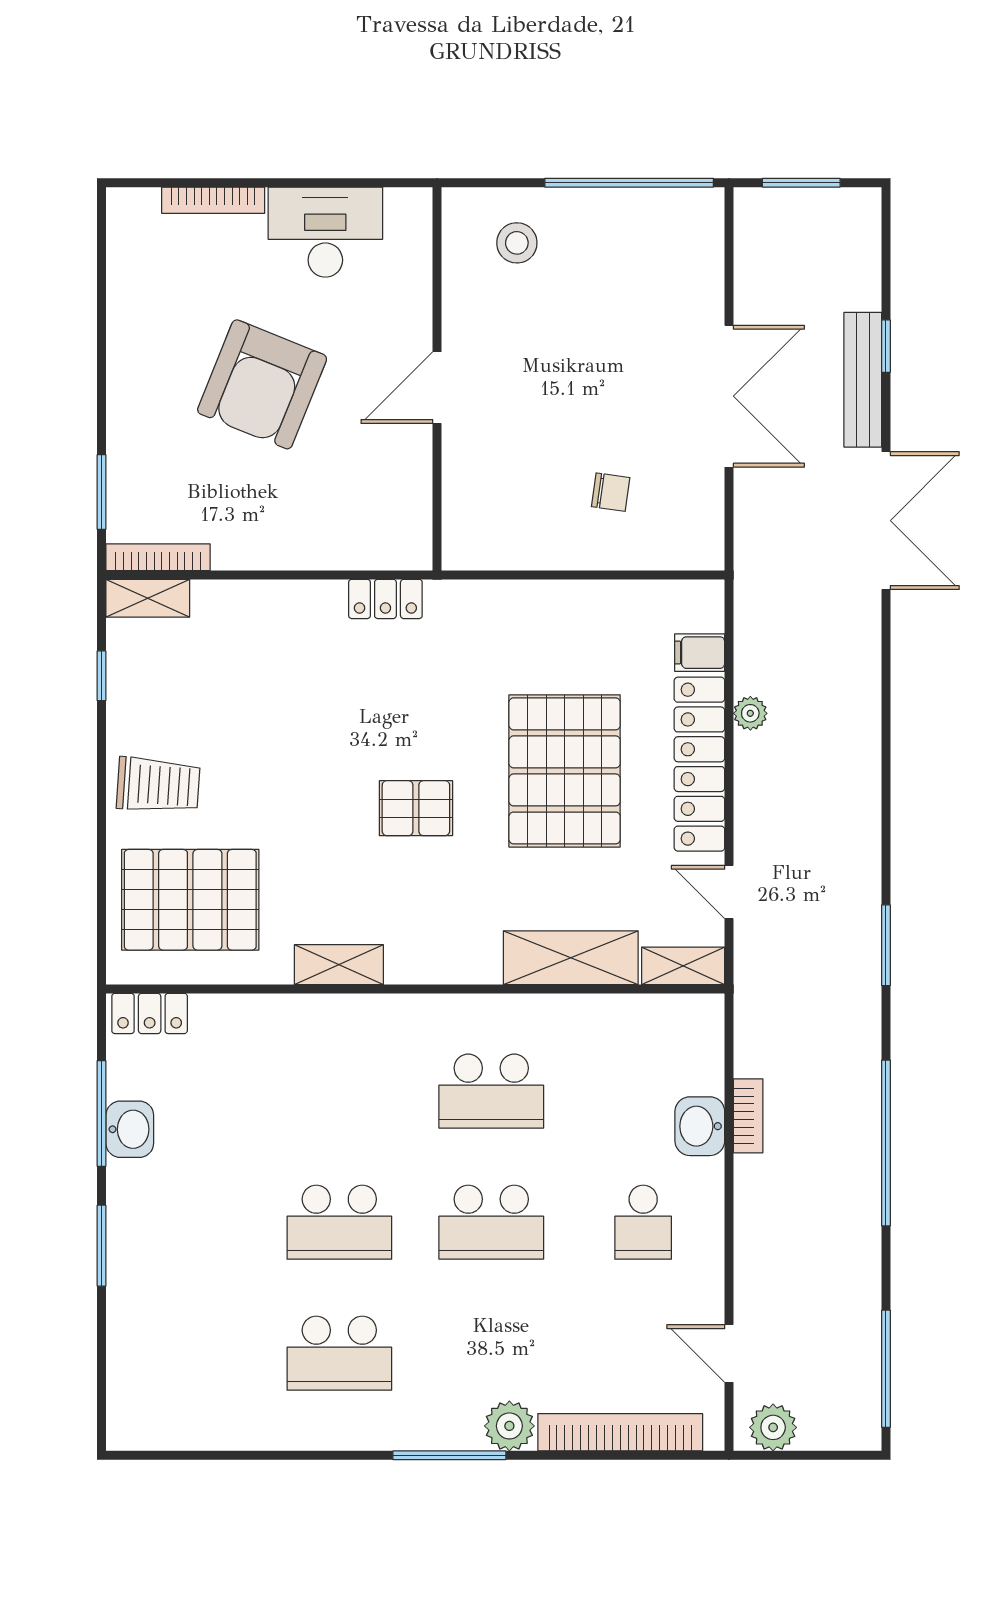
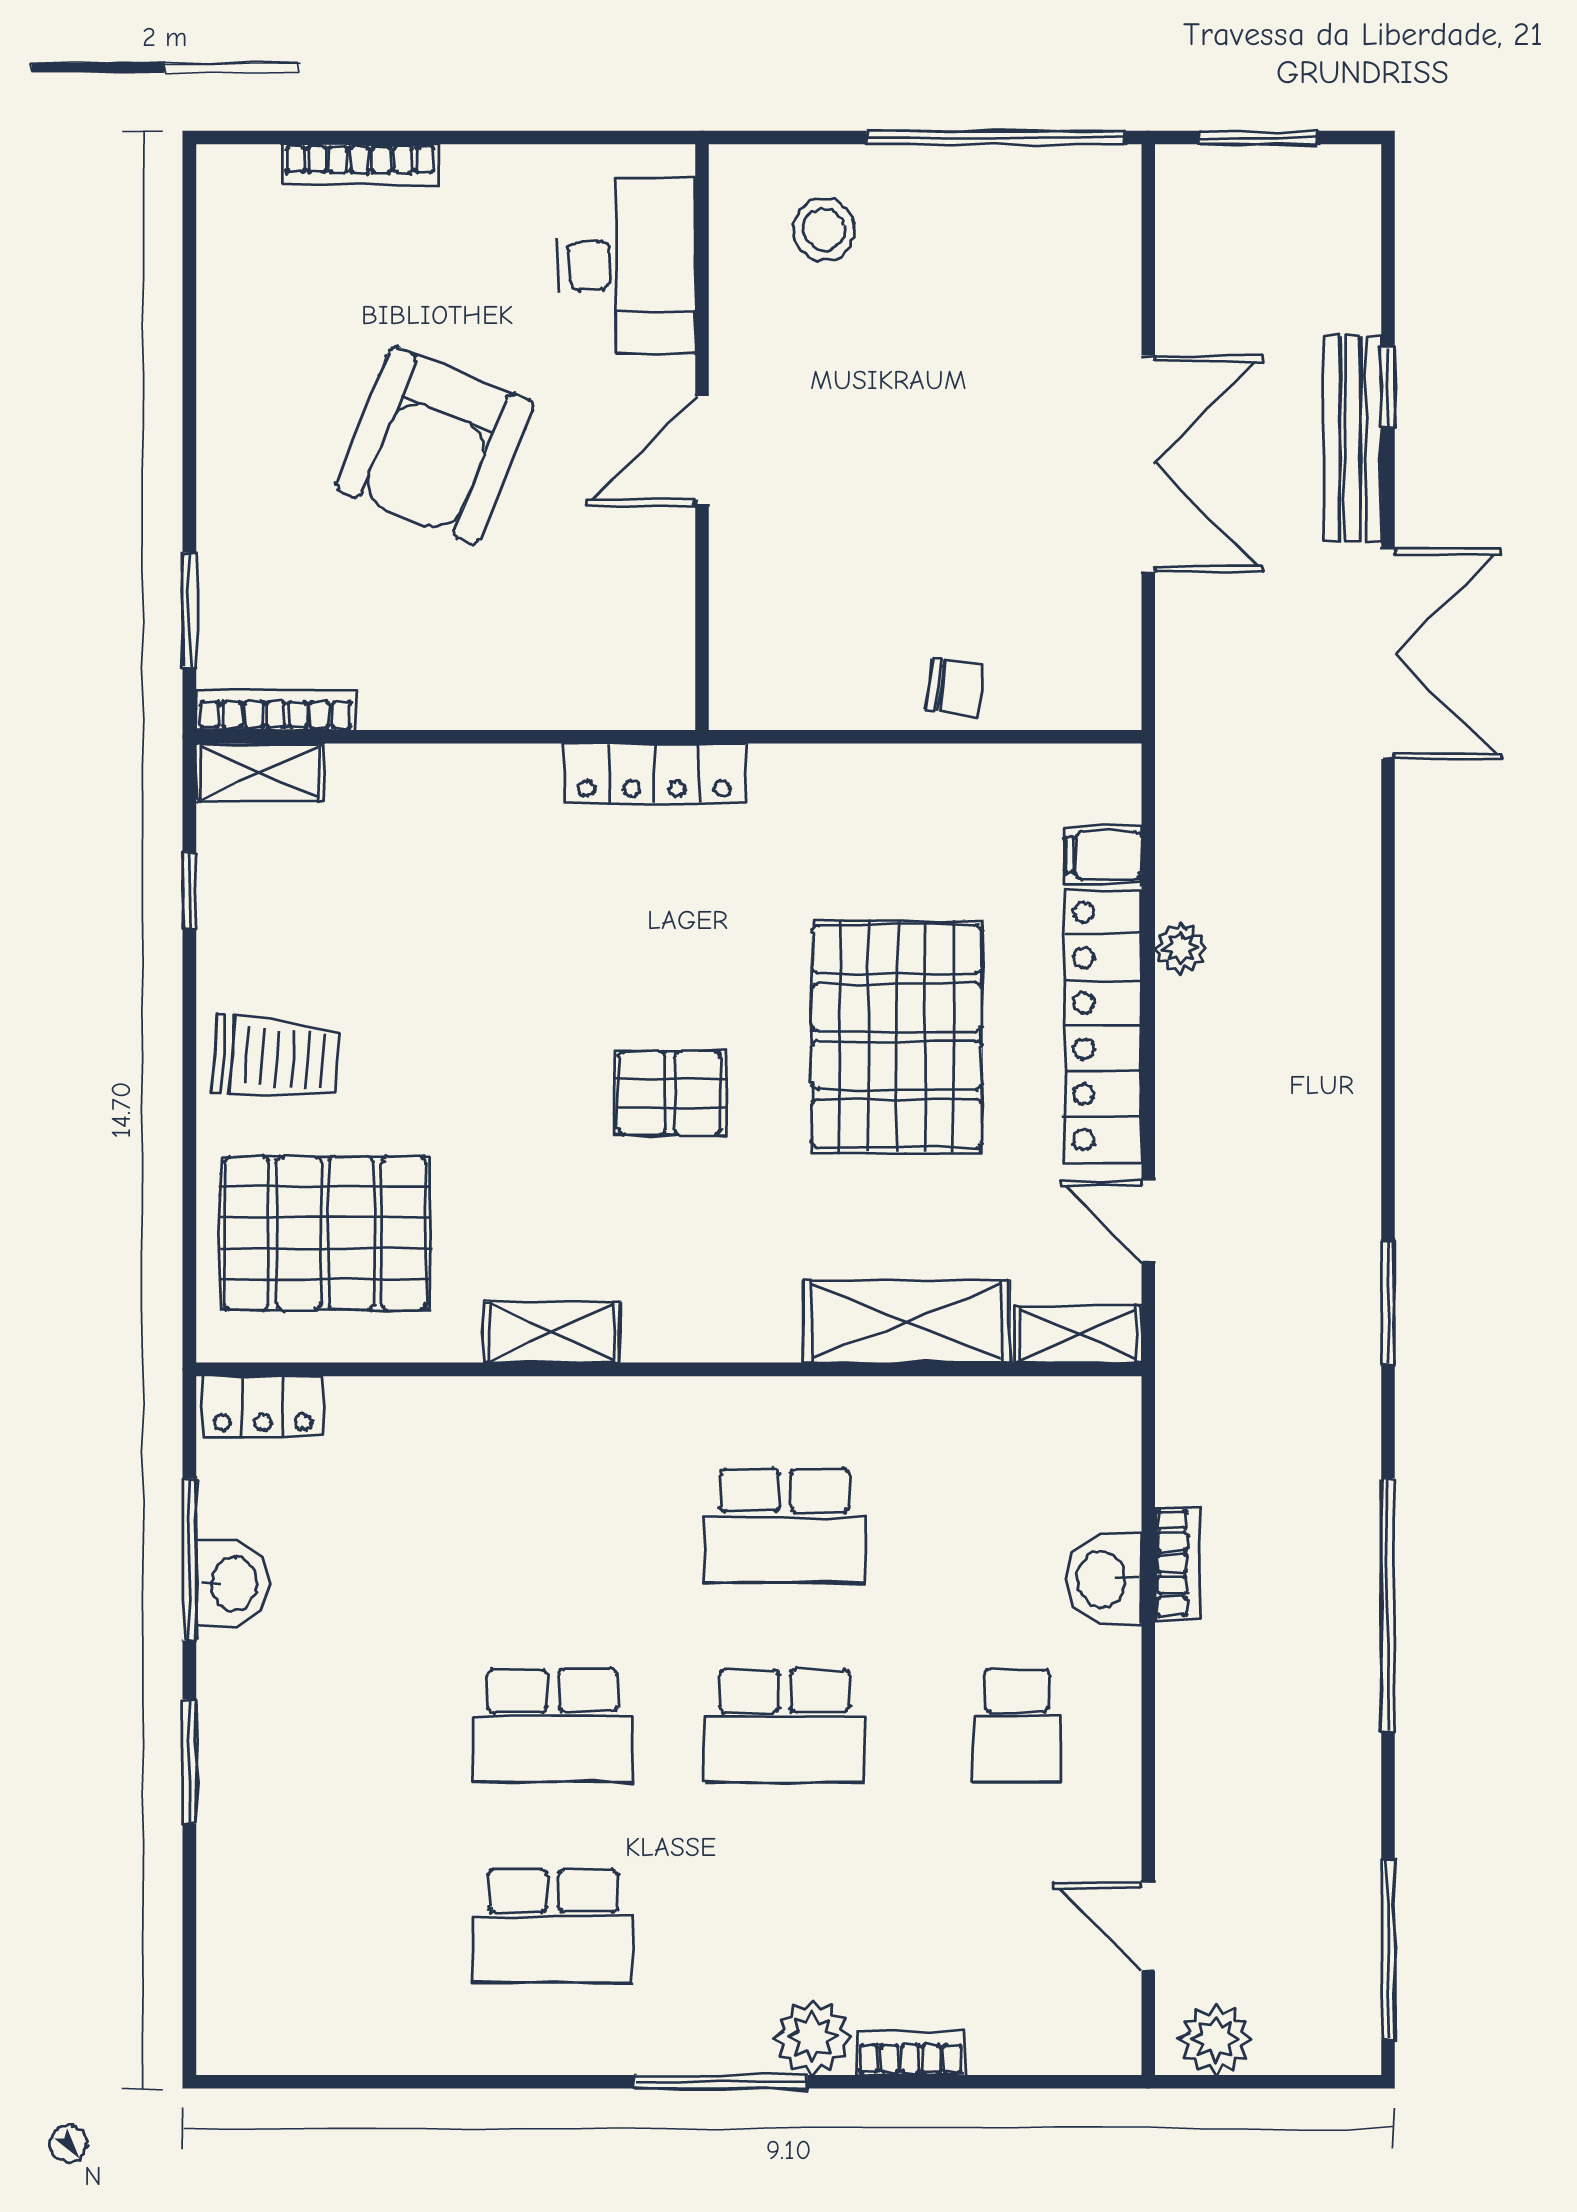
desk: (325, 232) -> (627, 266), moved, turned 90
chair: (611, 492) -> (956, 687), moved
locker: (385, 599) -> (654, 773), width x1.53
bookcase: (620, 1432) -> (910, 2053), width x0.43, depth x0.76

